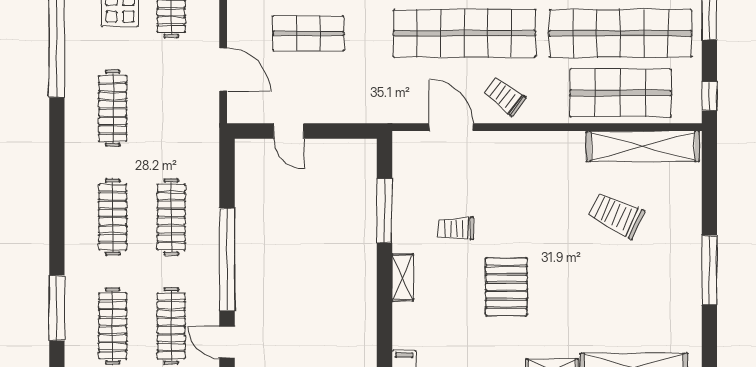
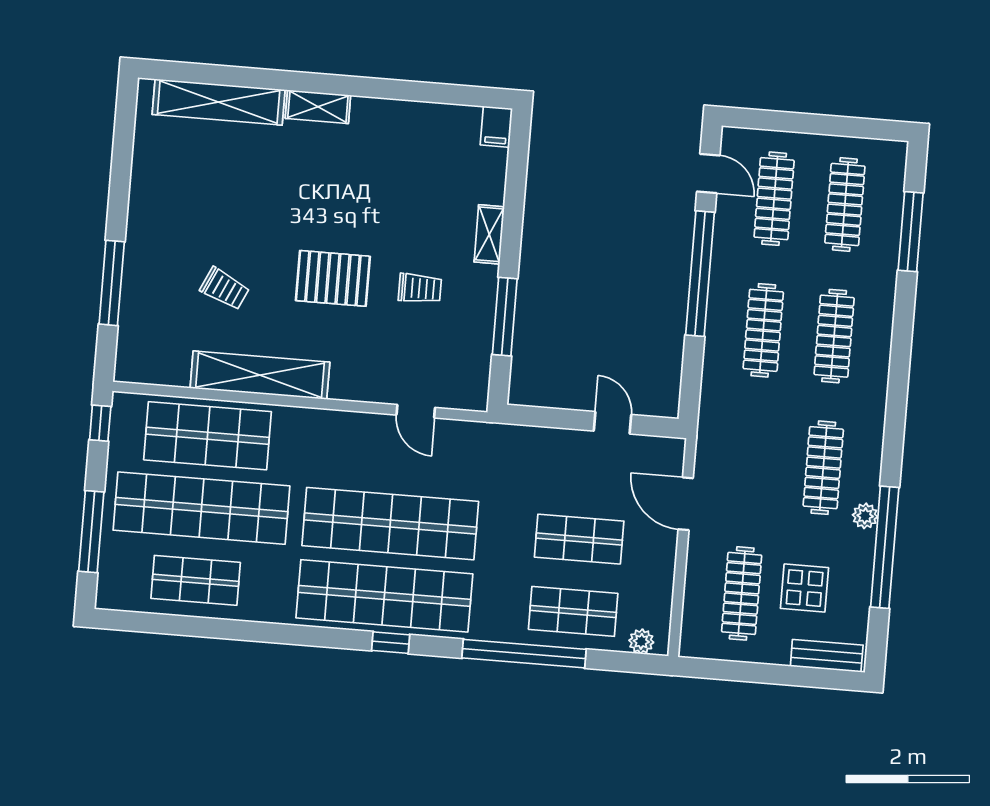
plant: (75, 72) -> (865, 516), added
trolley: (505, 96) -> (348, 443), removed
door: (451, 127) -> (416, 411), width x0.73
shelving: (643, 146) -> (260, 375), moved
trolley: (616, 215) -> (225, 289), width x0.73, depth x0.72
window: (709, 270) -> (112, 283), moved
pallet: (506, 287) -> (333, 278), moved, turned 90

